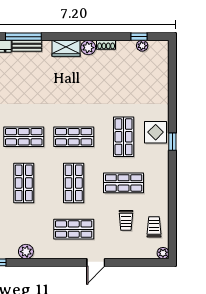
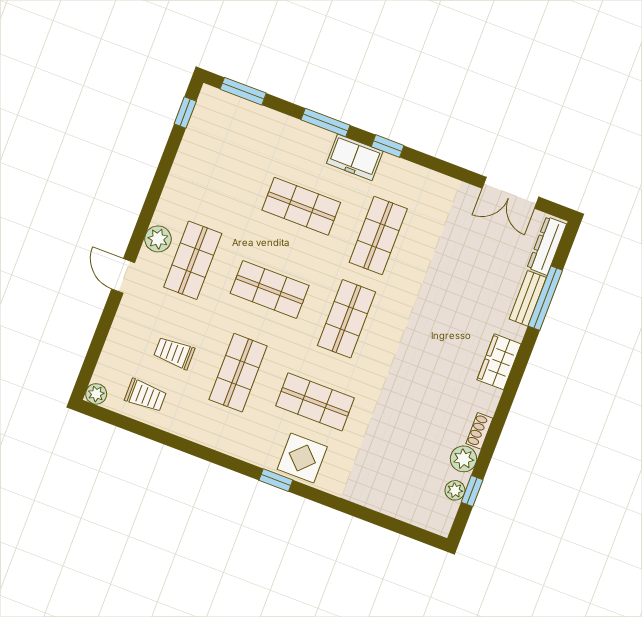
plant: (88, 48) -> (463, 459), moved
plant: (26, 252) -> (158, 239), moved

